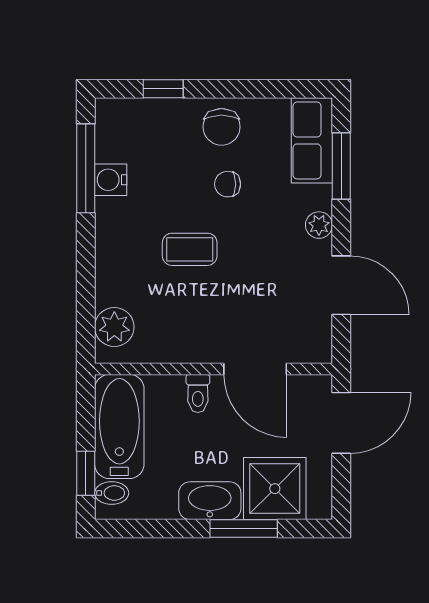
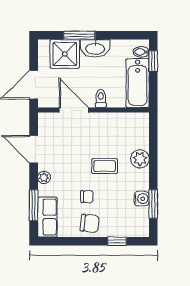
chair: (222, 127) -> (90, 223), turned 97
window: (86, 168) -> (153, 204), width x0.69
plant: (114, 327) -> (140, 159), moved

